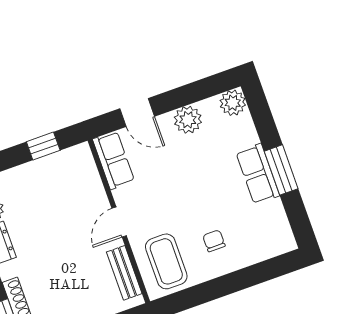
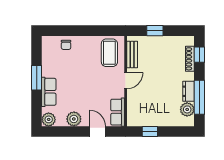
row of seats: (258, 174) -> (49, 92), moved
chair: (214, 241) -> (66, 45), moved

